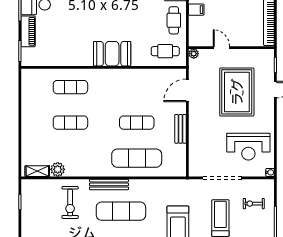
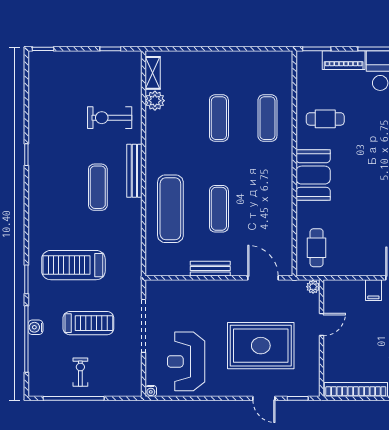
cafe table: (174, 20) -> (325, 119), moved
exercise bike: (254, 204) -> (80, 372), moved
exercise mat: (121, 211) -> (98, 187), width x0.73, depth x0.69

